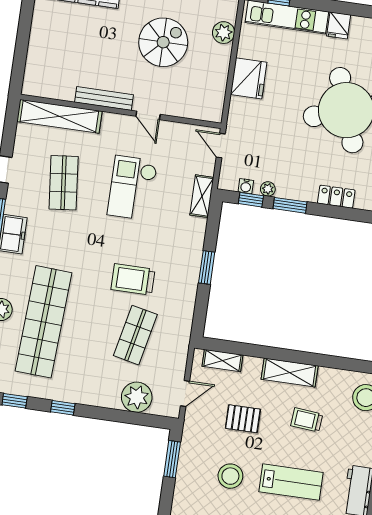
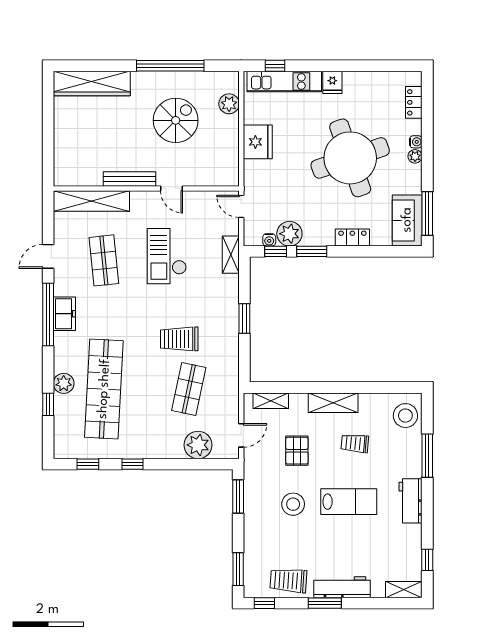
plant: (268, 189) -> (289, 234), width x1.88, depth x1.88
pallet: (243, 419) -> (297, 451), turned 90

